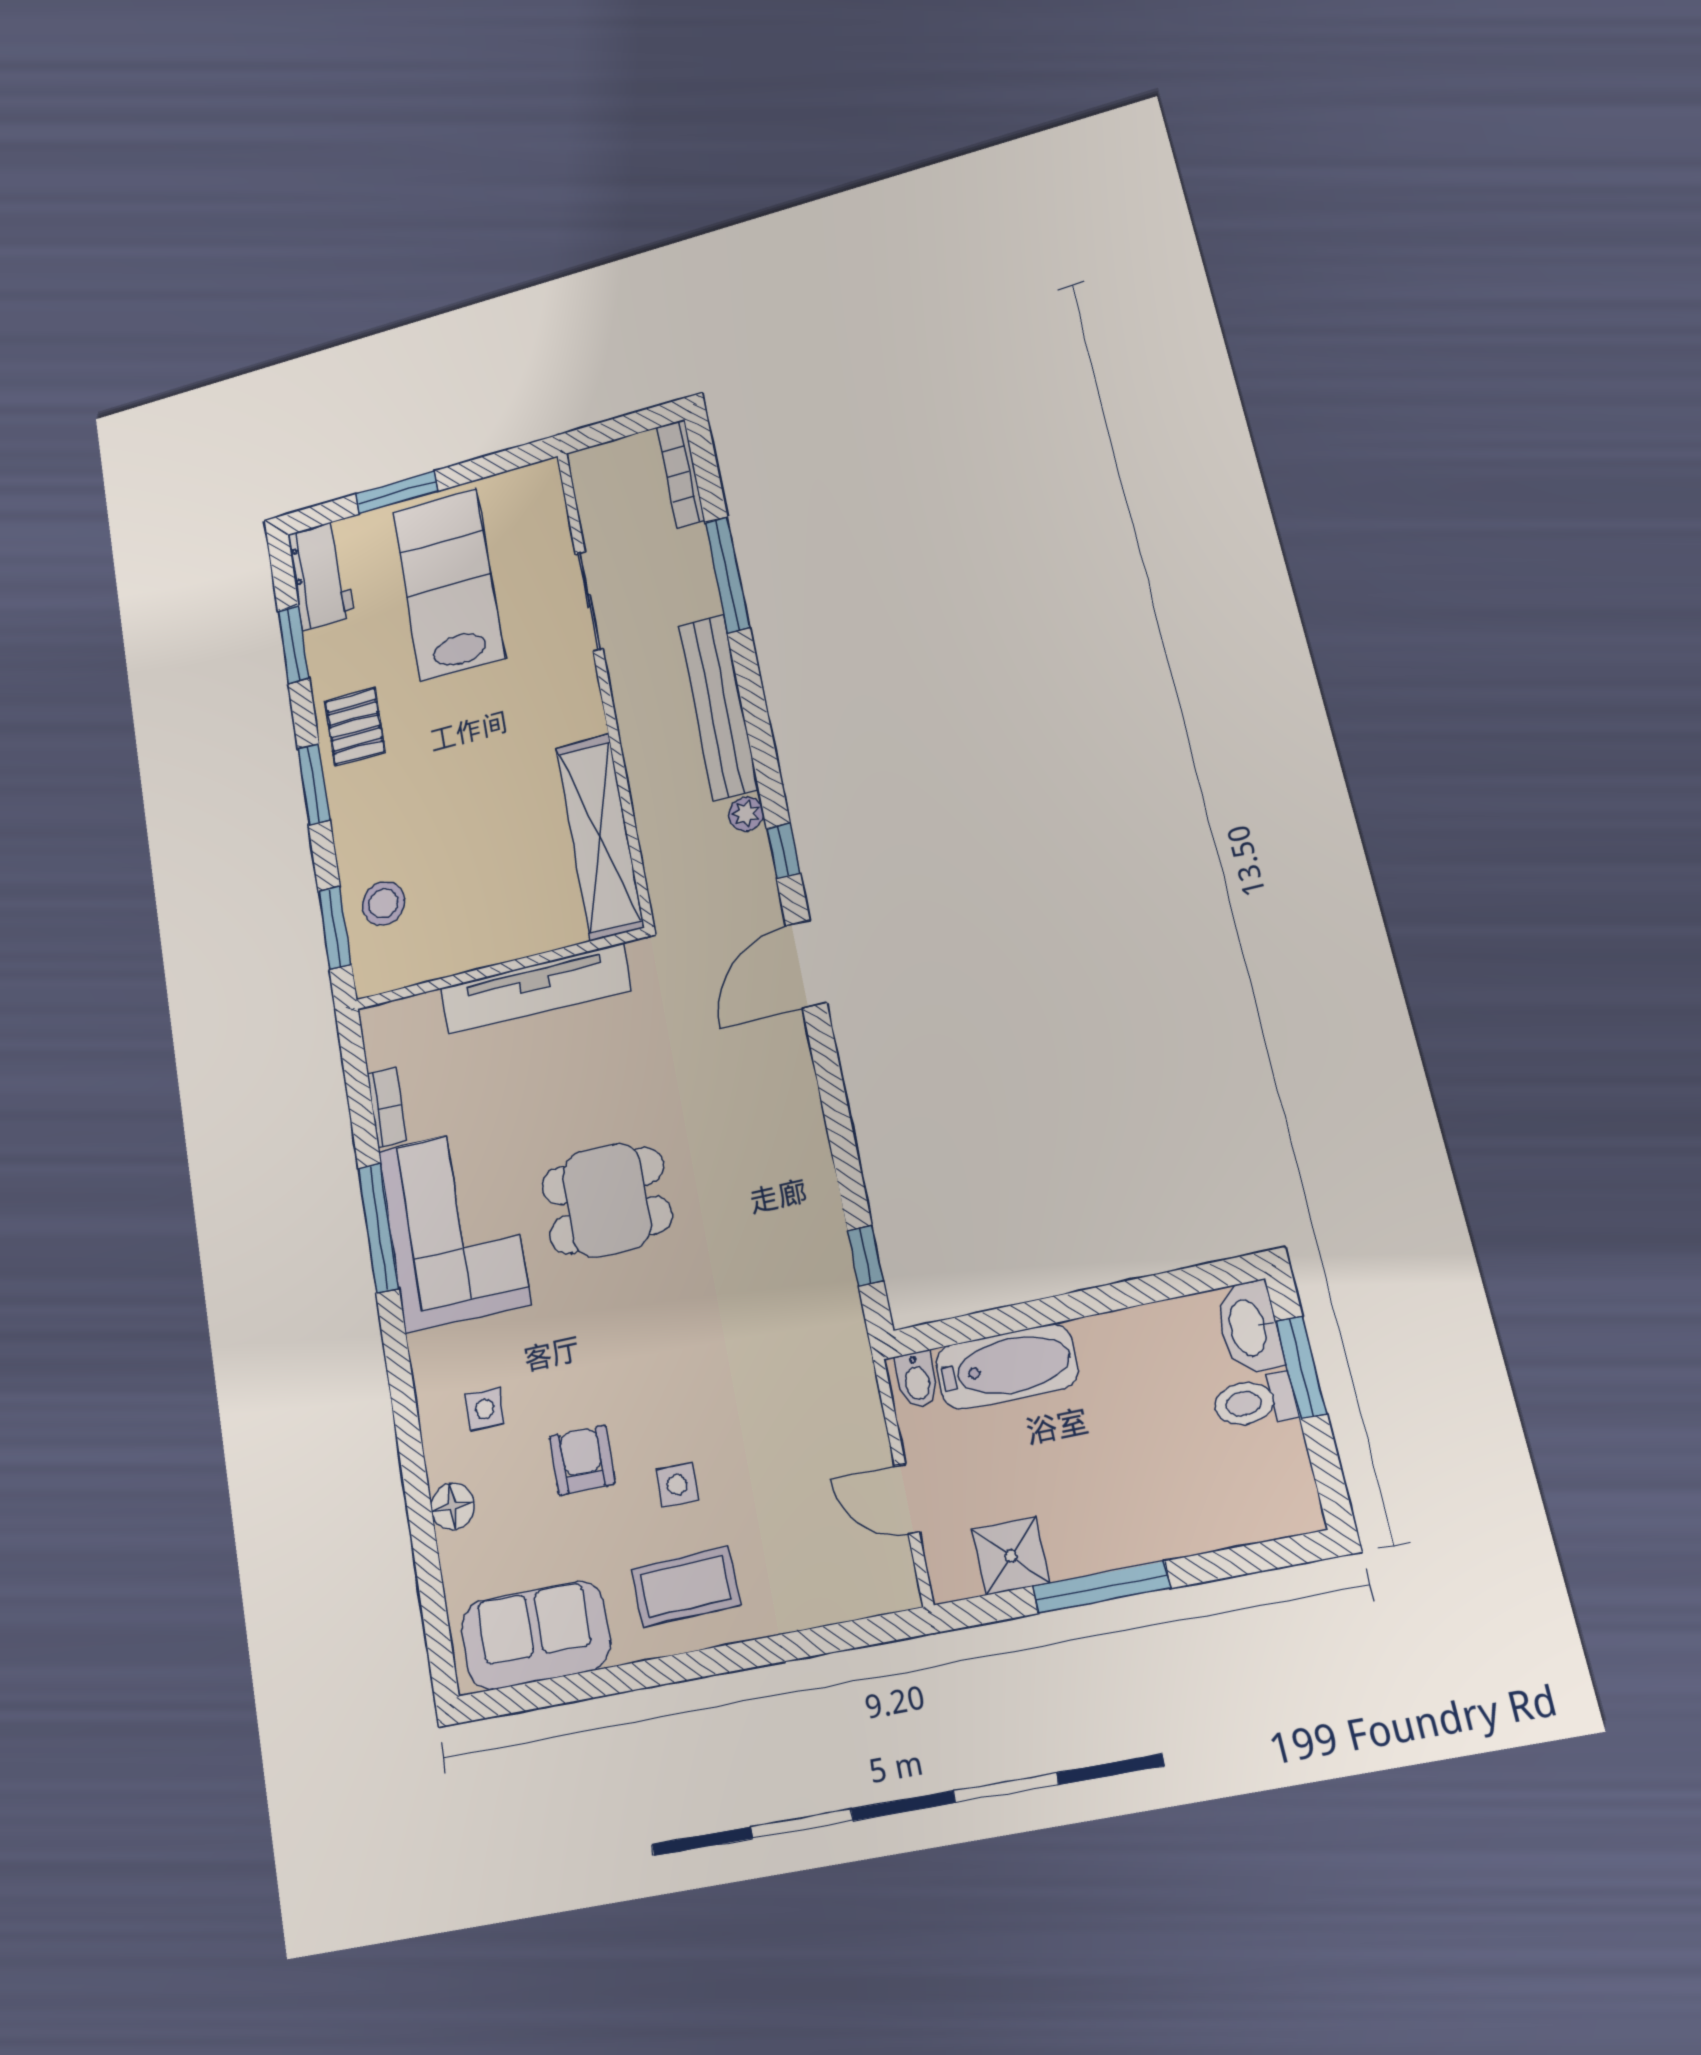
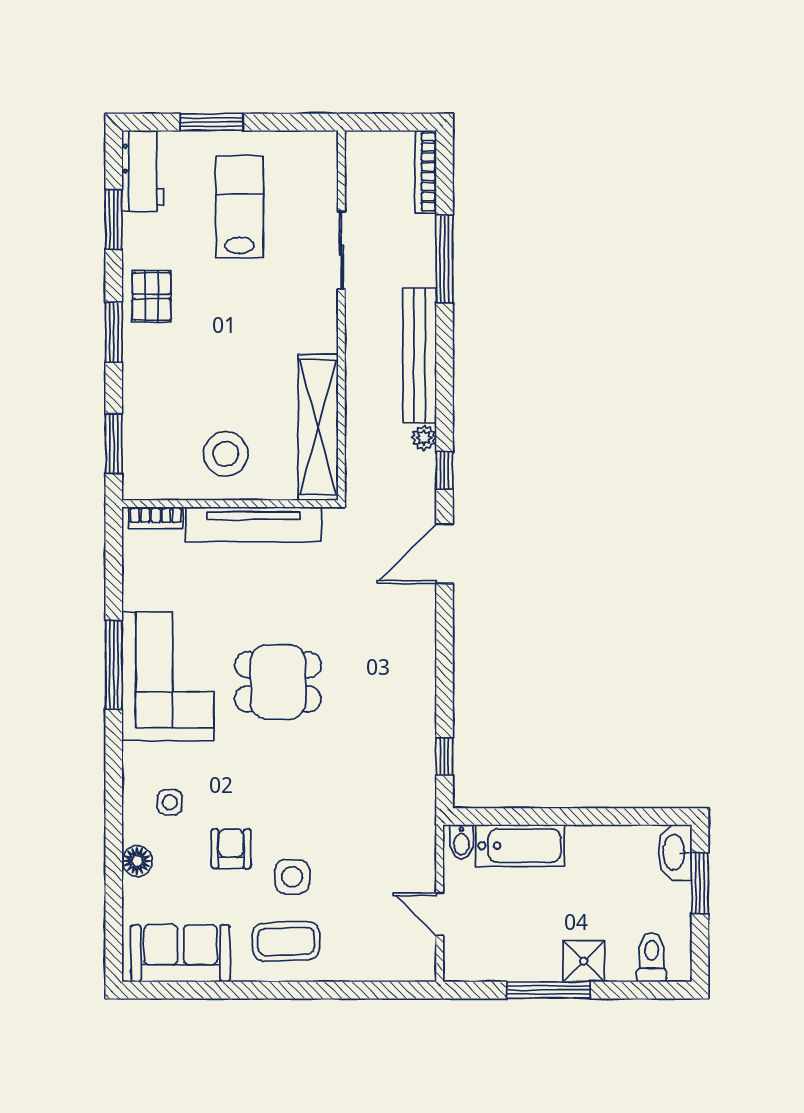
lab bench: (448, 584) -> (239, 207), width x0.73, depth x0.72
stool: (383, 903) -> (226, 454), moved, width x1.38, depth x1.38
bookcase: (387, 1107) -> (156, 518), moved, turned 90
toilet: (1255, 1401) -> (652, 957), moved, turned 90
side table: (677, 1485) -> (292, 877), width x1.37, depth x1.37
shower: (1011, 1556) -> (584, 961), moved

